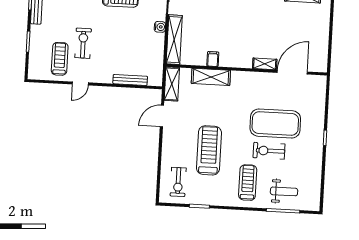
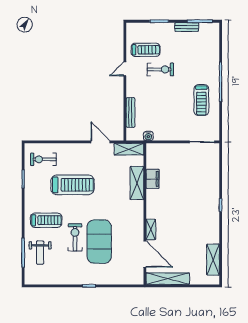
water cooler: (160, 27) -> (148, 136), moved
shelving: (174, 40) -> (168, 279), moved
filing cabinet: (213, 59) -> (153, 179), width x2.00
door: (80, 83) -> (125, 69), hinge flipped

